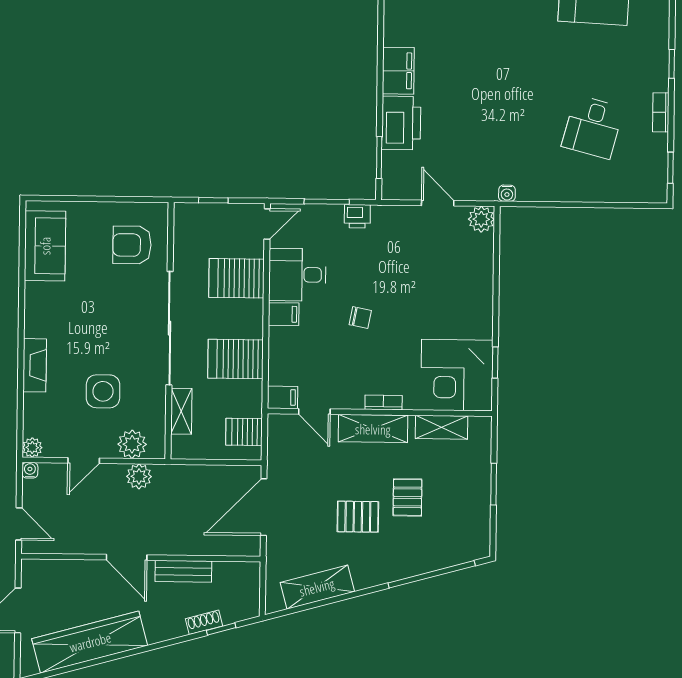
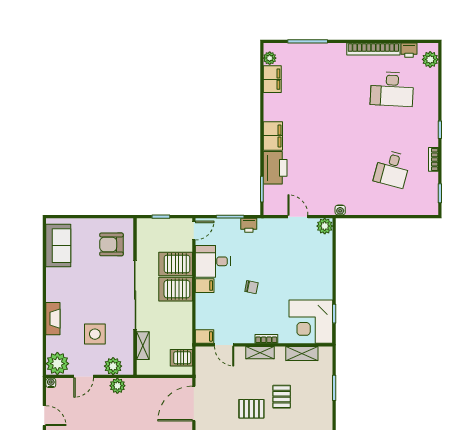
server rack: (236, 359) -> (176, 289), moved
shelving: (373, 429) -> (260, 353), width x0.67, depth x0.75
plant: (32, 448) -> (57, 364), width x1.87, depth x1.87

